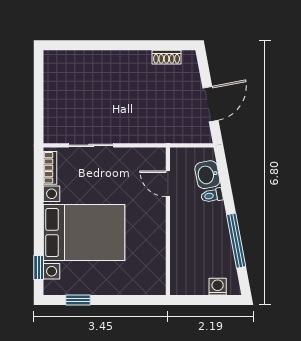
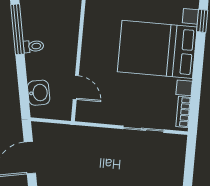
toilet: (212, 195) -> (34, 46), moved

